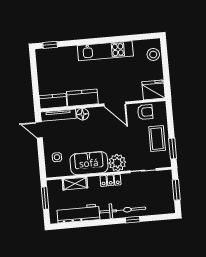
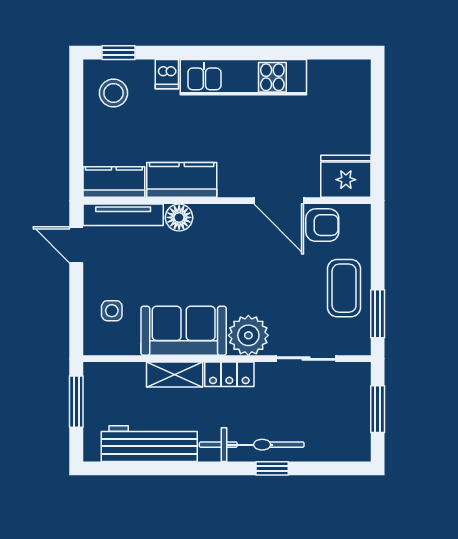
dishwasher: (72, 52) -> (167, 74), added
stool: (153, 54) -> (113, 93), moved
door: (115, 104) -> (279, 201), moved
shelving: (75, 184) -> (175, 374), moved

